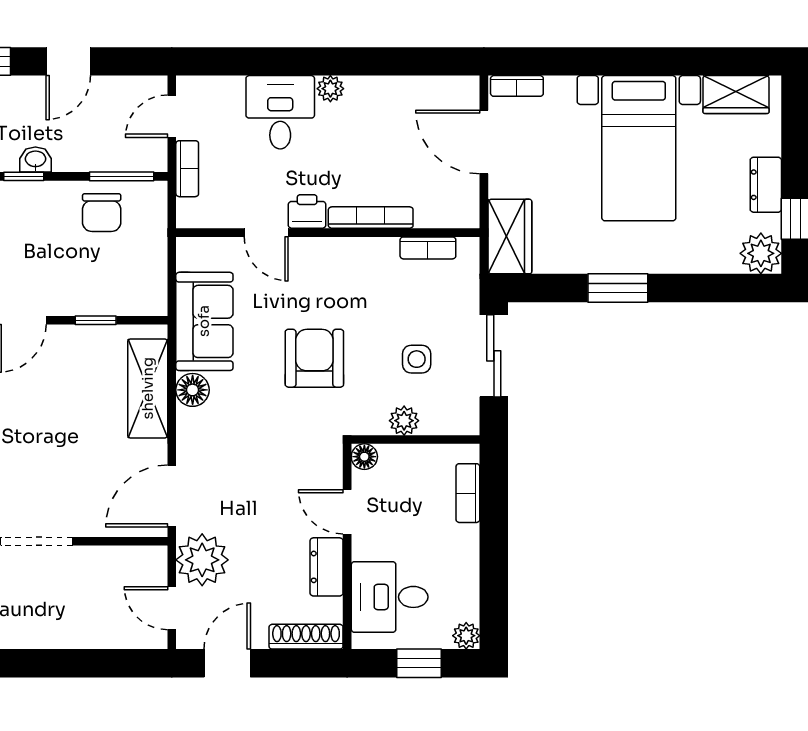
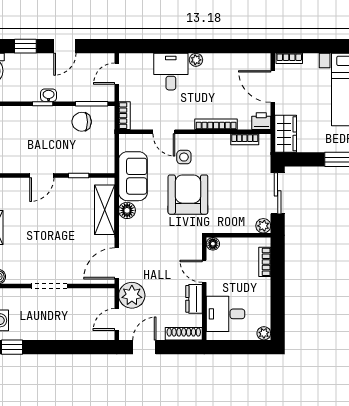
bookcase: (187, 169) -> (124, 116), moved
printer: (307, 211) -> (261, 121), moved
chair: (102, 213) -> (82, 122), turned 90
armchair: (314, 358) -> (188, 195), width x1.36, depth x1.36
side table: (417, 359) -> (184, 157), moved
plant: (404, 421) -> (263, 226), moved
door: (172, 608) -> (117, 319), hinge flipped
window: (419, 663) -> (240, 347), removed

